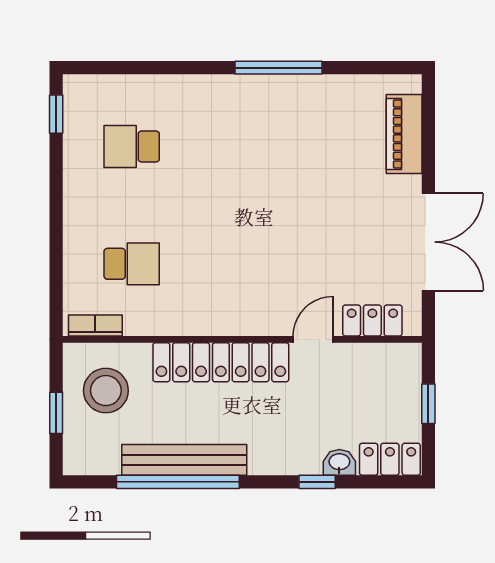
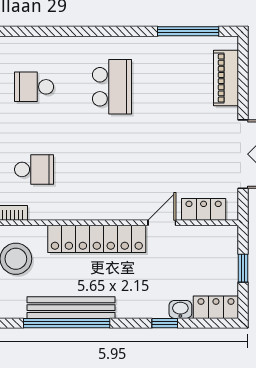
window: (278, 68) -> (188, 31), moved
school desk: (242, 146) -> (112, 87), added

